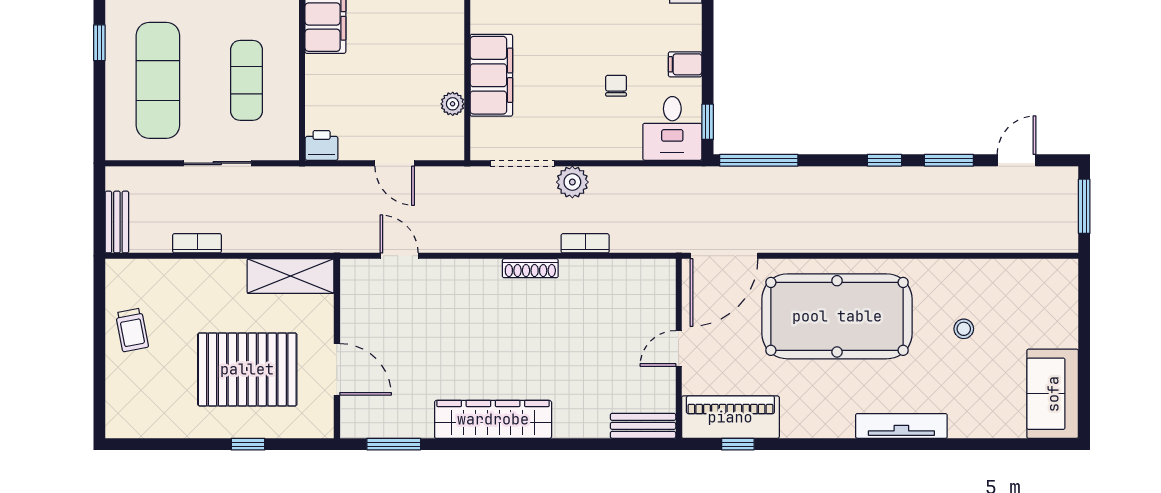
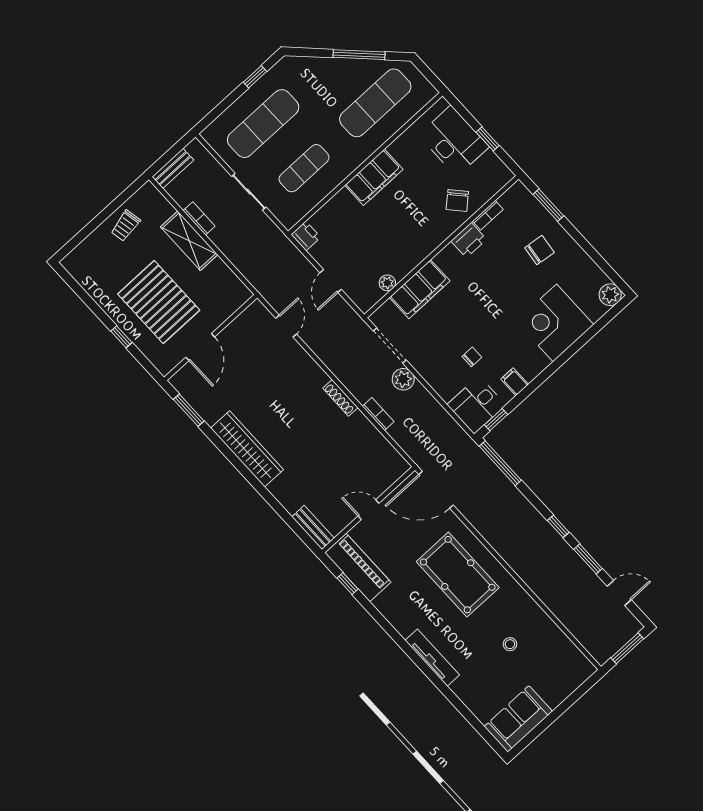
shelving: (291, 276) -> (189, 241), moved
pool table: (837, 316) -> (458, 575), width x0.73, depth x0.76

